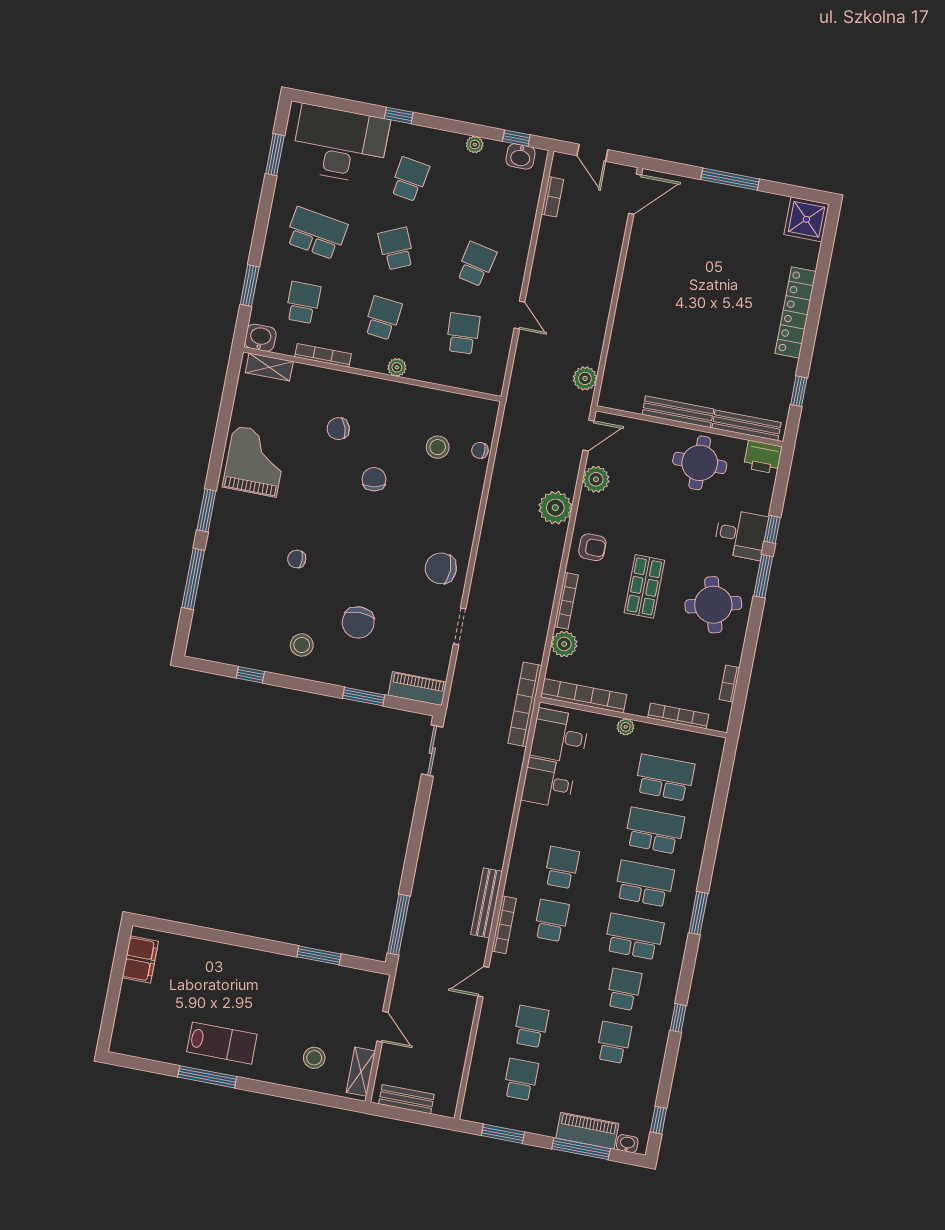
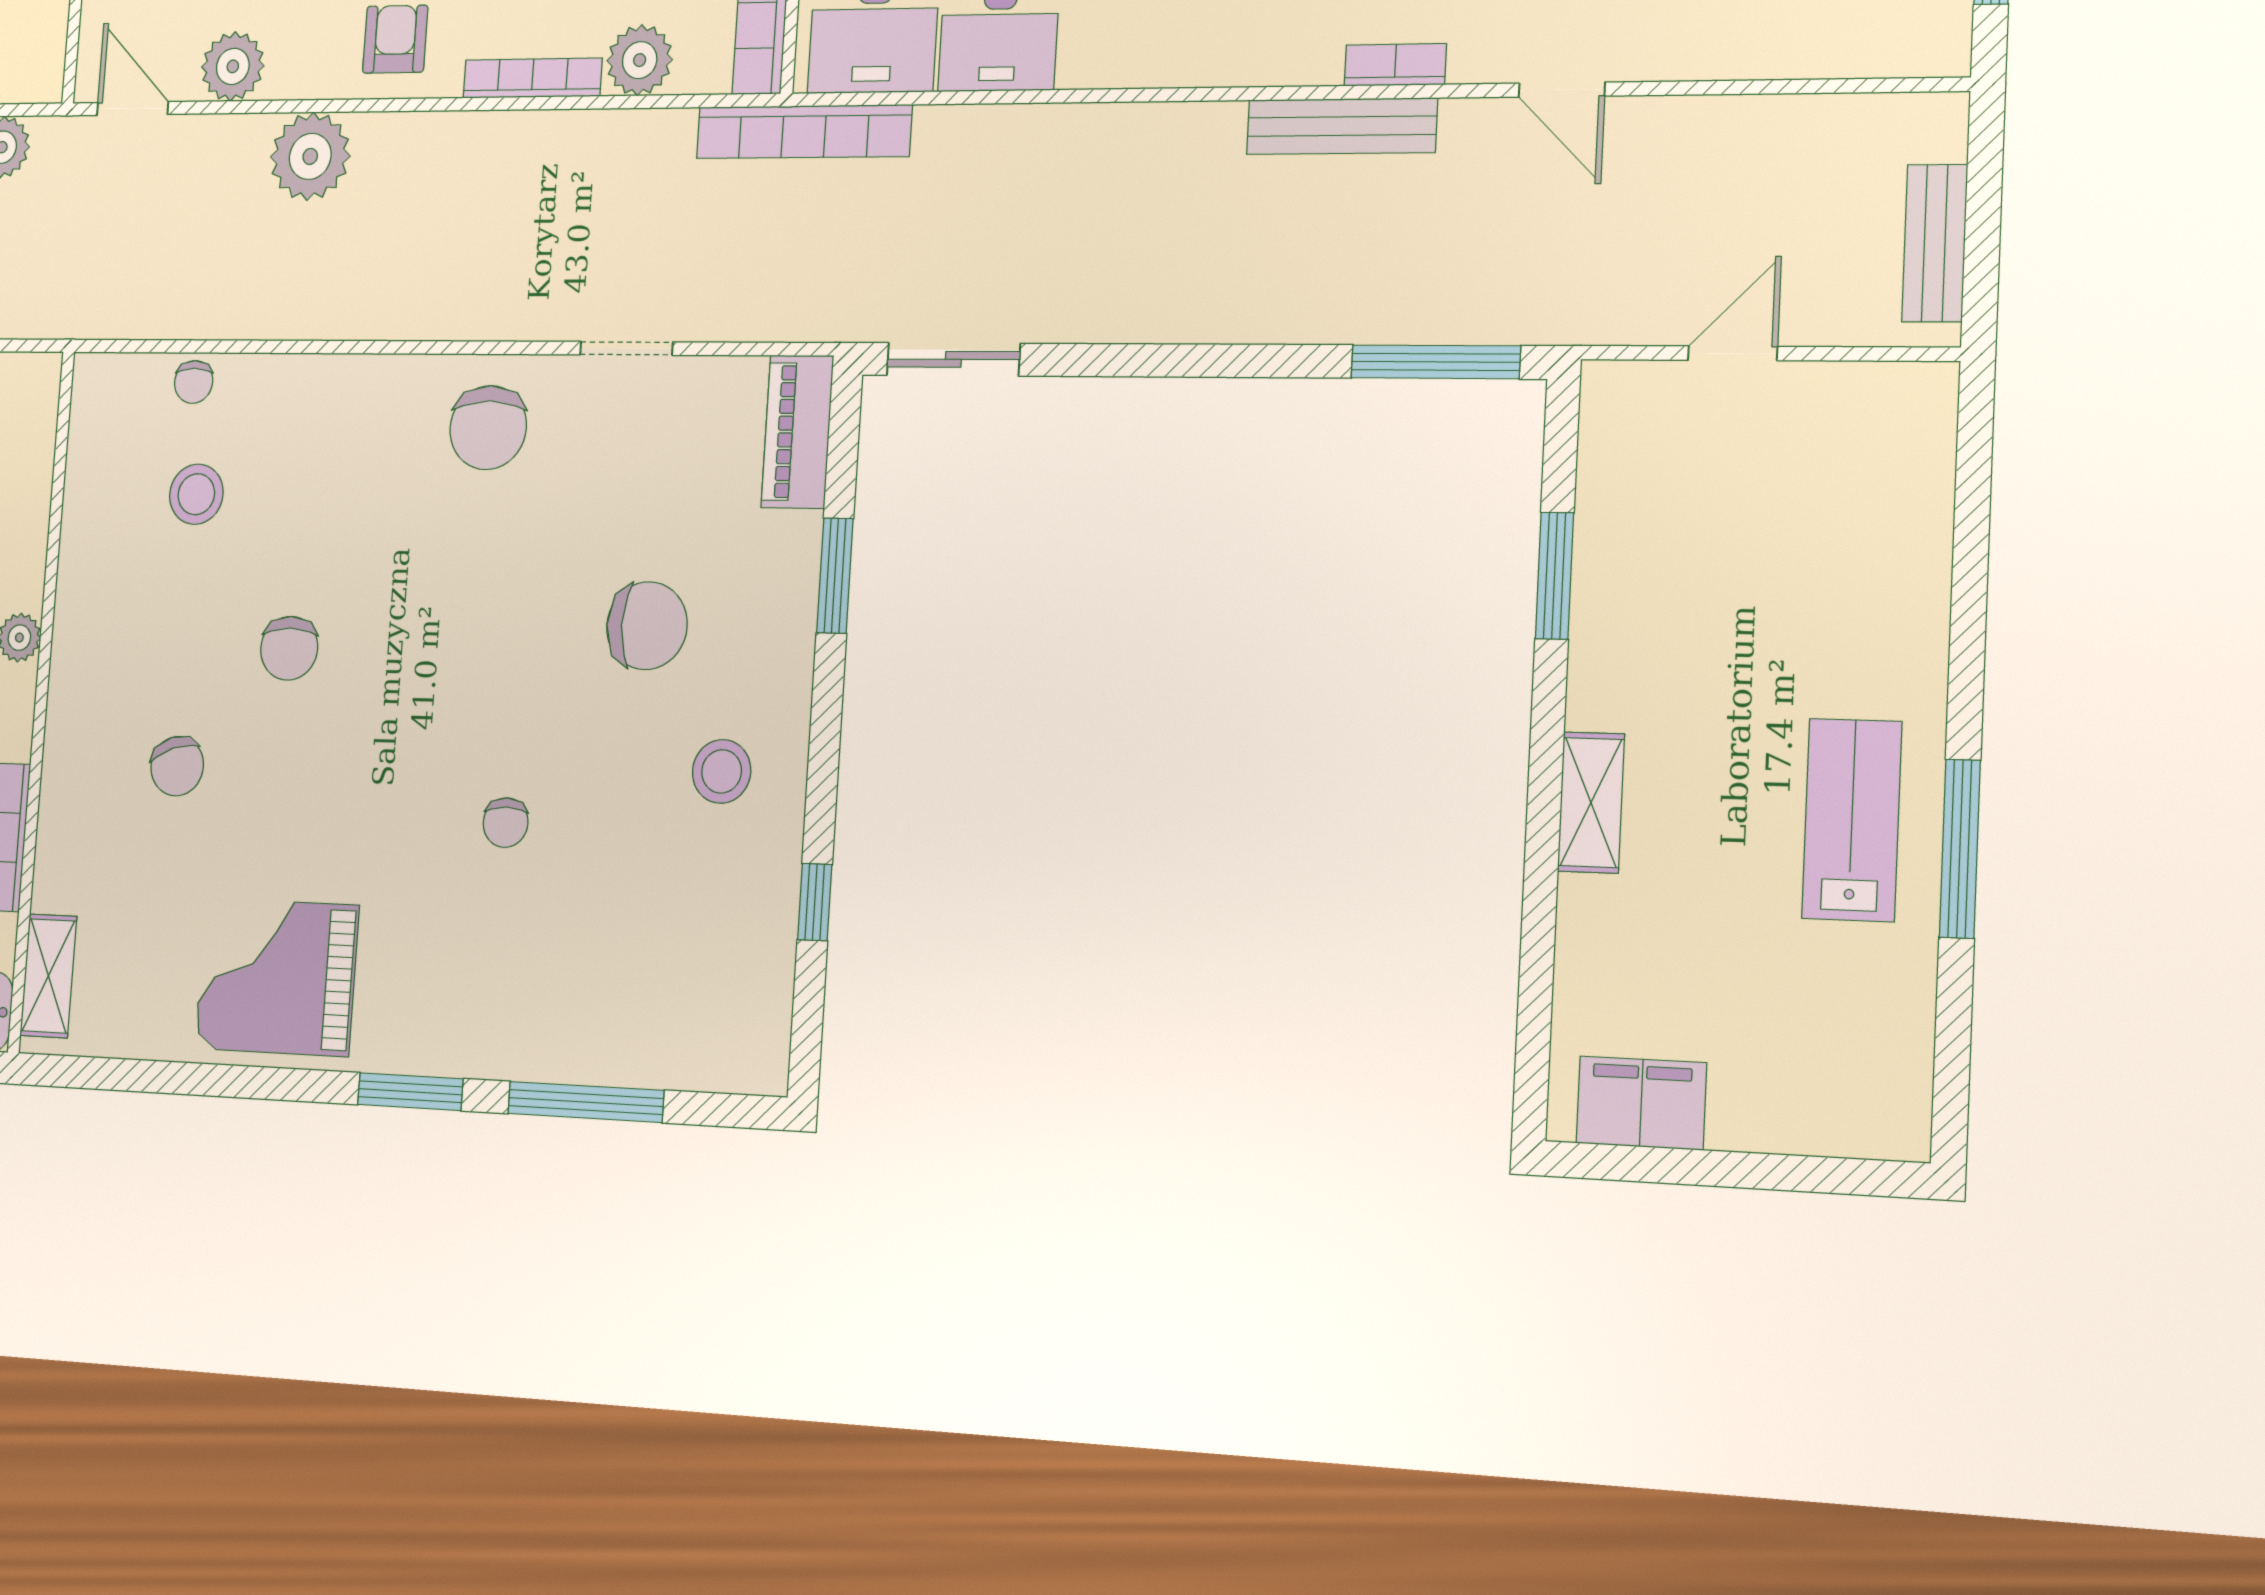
chair: (374, 479) -> (289, 648), turned -79
bookcase: (504, 925) -> (1395, 65), width x0.64
stool: (314, 1058) -> (1854, 537), removed
shelving: (361, 1072) -> (1591, 803), moved, turned 90

